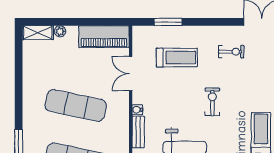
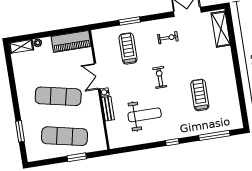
window: (168, 22) -> (130, 21), moved
treadmill: (177, 58) -> (128, 49), turned -90
double door: (131, 74) -> (97, 76), moved

